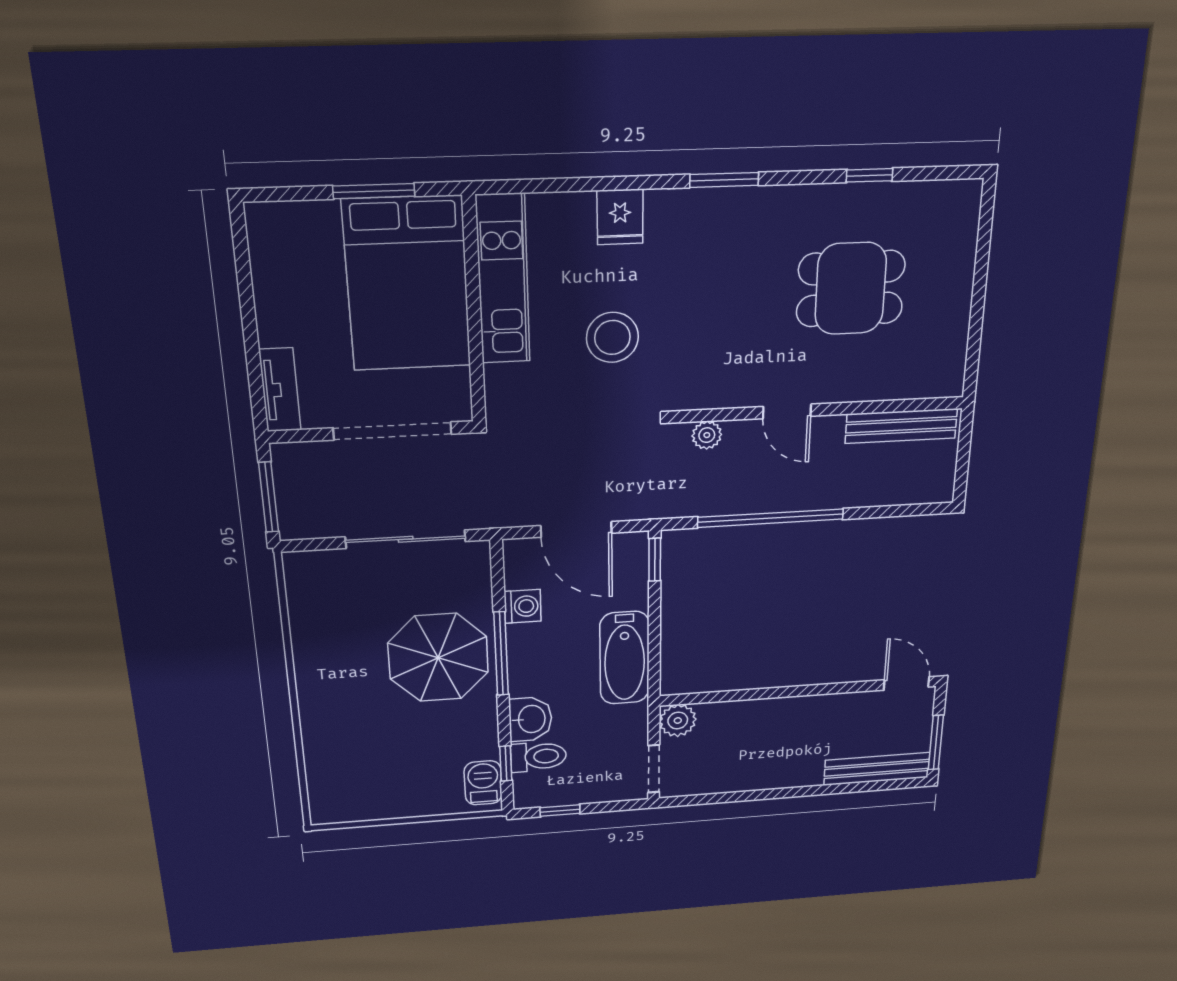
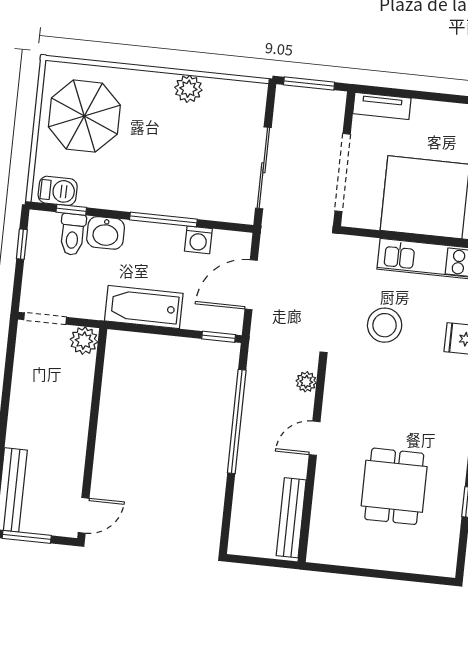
plant: (312, 652) -> (188, 89), added
parasol: (438, 658) -> (84, 116), moved

